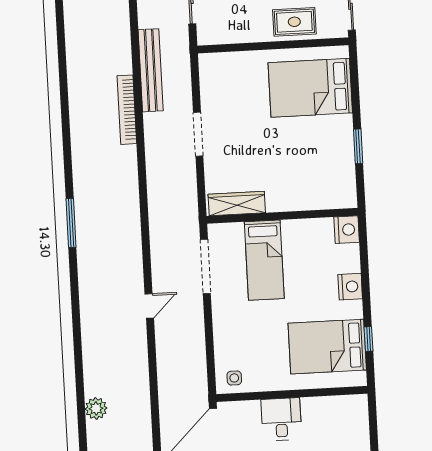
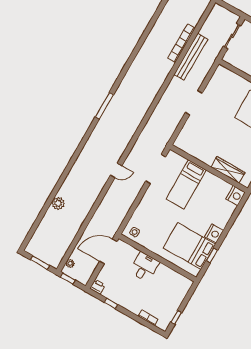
bookcase: (127, 110) -> (181, 43), moved
wardrobe: (237, 203) -> (228, 170), moved
nightstand: (350, 287) -> (214, 234), moved

